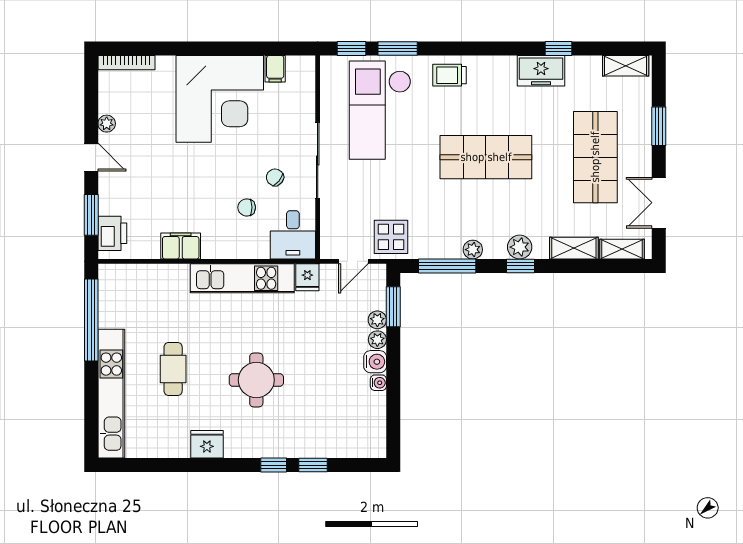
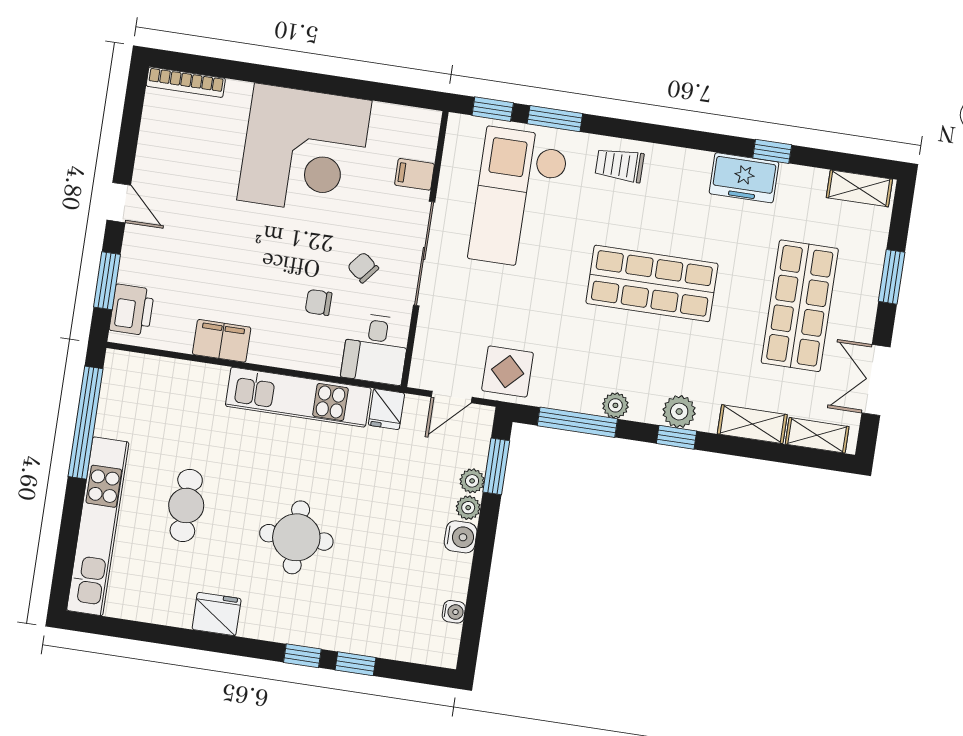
filing cabinet: (275, 69) -> (414, 174), moved, turned 90
plant: (107, 124) -> (147, 161), removed
water cooler: (378, 383) -> (454, 612), moved

